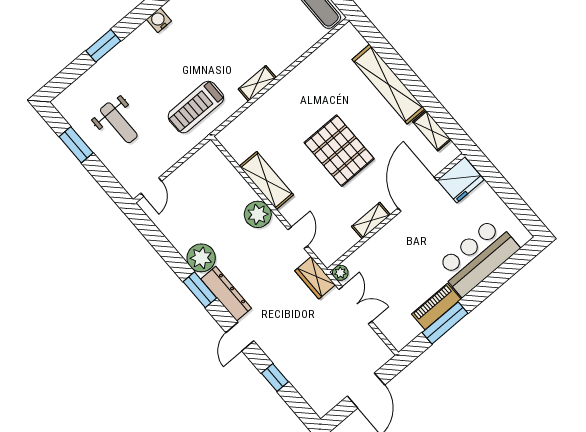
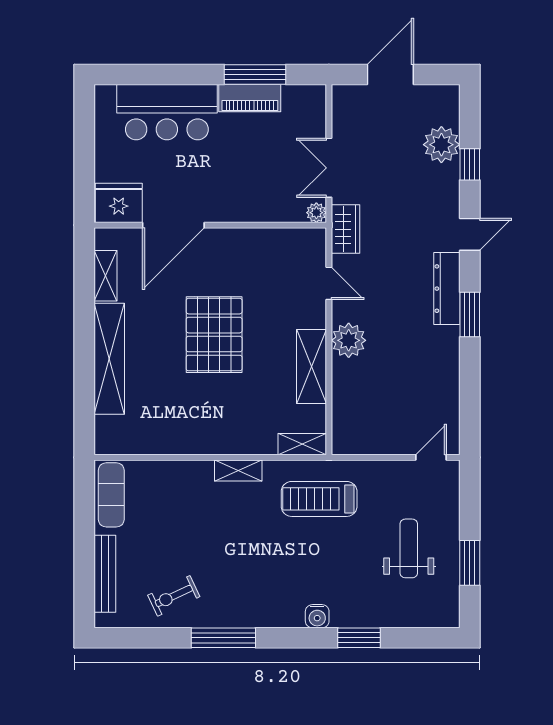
water cooler: (159, 20) -> (317, 616), moved
treadmill: (196, 107) -> (319, 499), turned 180
shelving: (371, 221) -> (302, 444), moved
door: (298, 238) -> (329, 283), swing flipped
plant: (201, 258) -> (441, 145), moved

